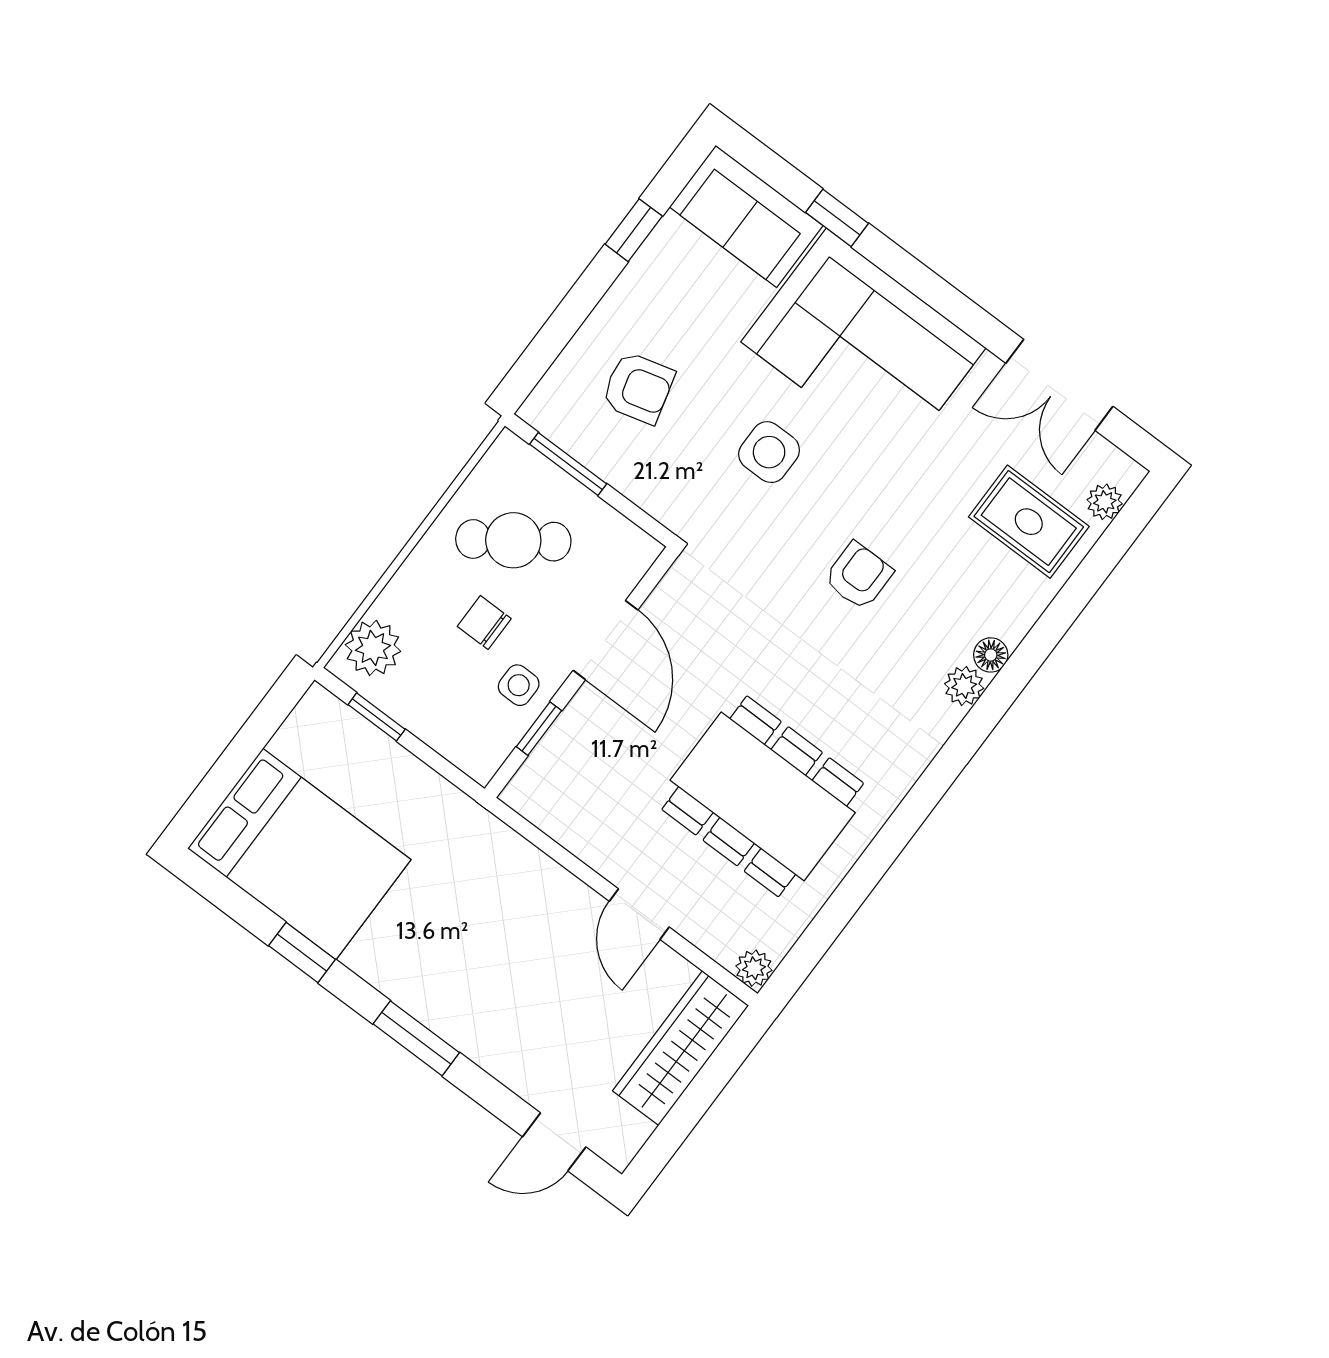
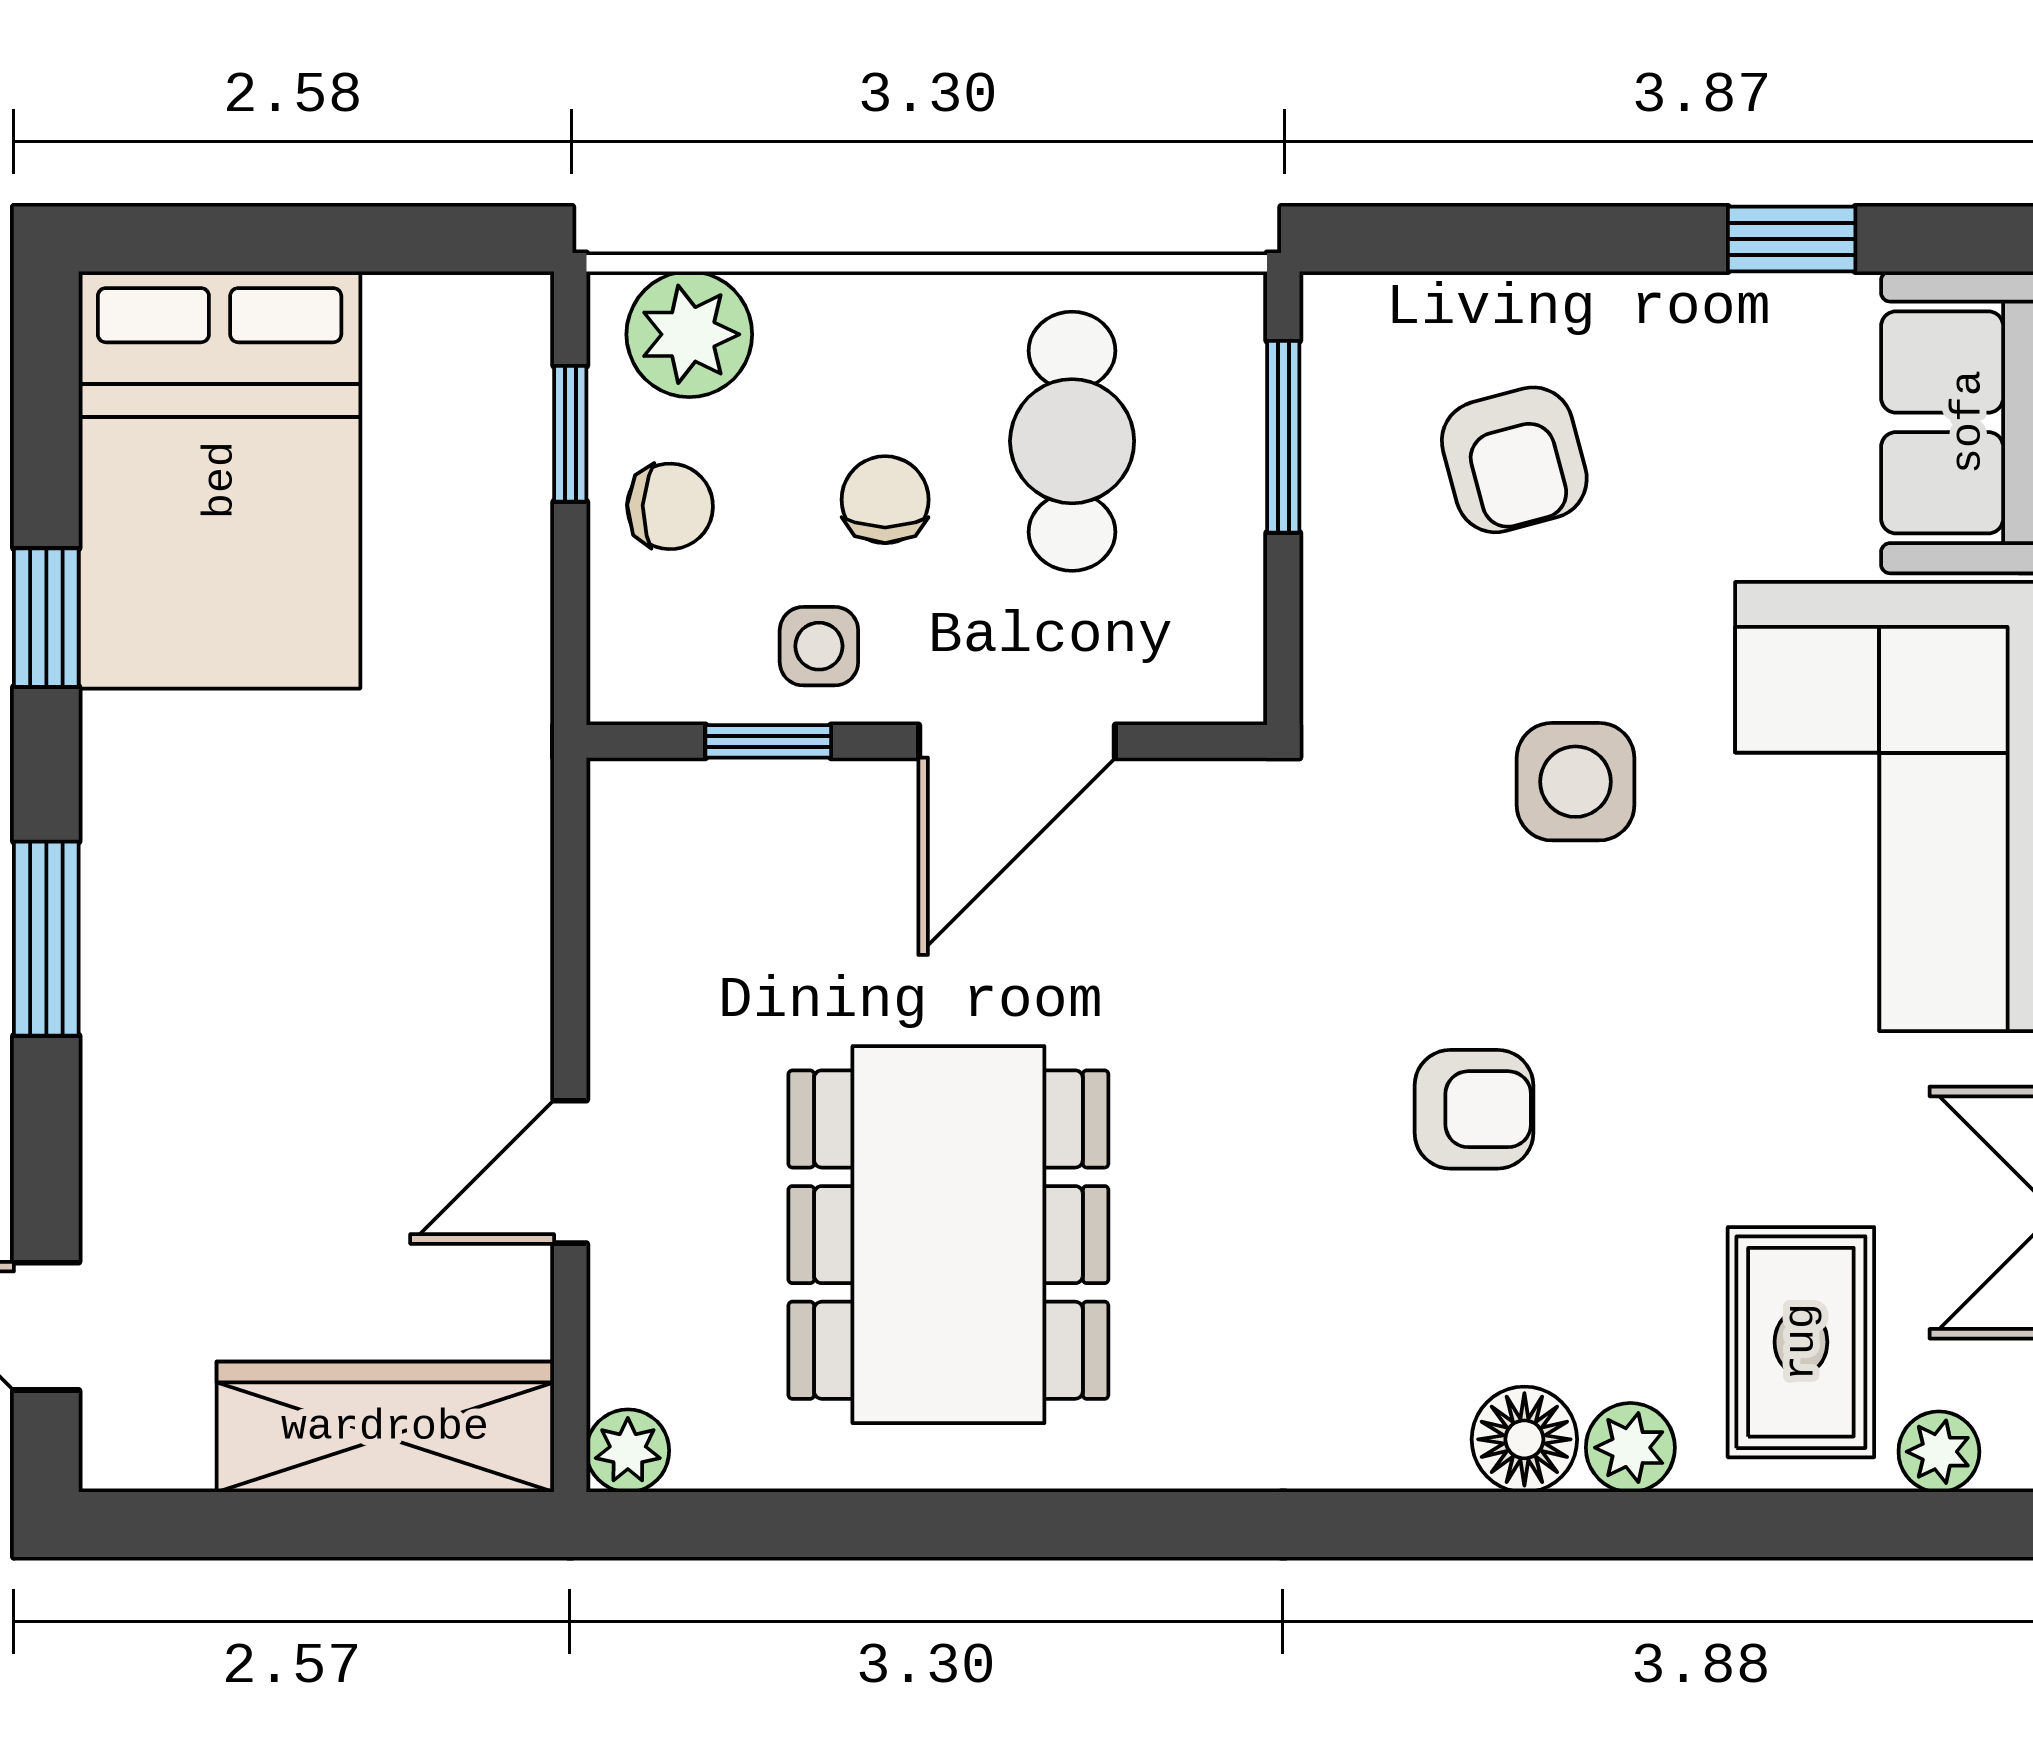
cafe table: (513, 540) -> (1072, 441), turned 35
floor lamp: (991, 655) -> (1524, 1439), width x1.37, depth x1.37
plant: (964, 686) -> (1630, 1448), moved
chair: (429, 701) -> (670, 506), added

